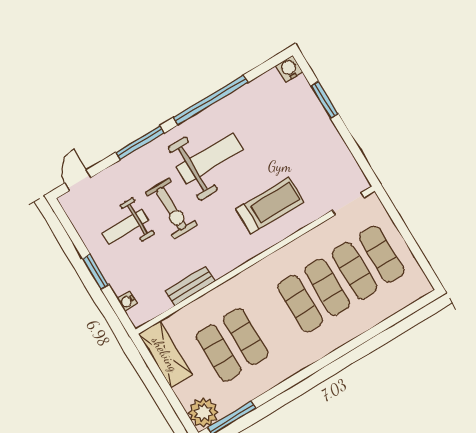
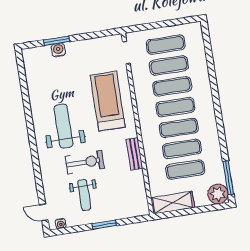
water cooler: (289, 69) -> (58, 50), moved, turned 90
window: (210, 100) -> (28, 111), removed
window: (140, 143) -> (36, 165), removed
treadmill: (270, 206) -> (108, 101), width x1.37, depth x1.38
bench: (190, 286) -> (134, 154), moved
water cooler: (127, 301) -> (61, 224), moved
exercise mat: (273, 320) -> (179, 128), added

